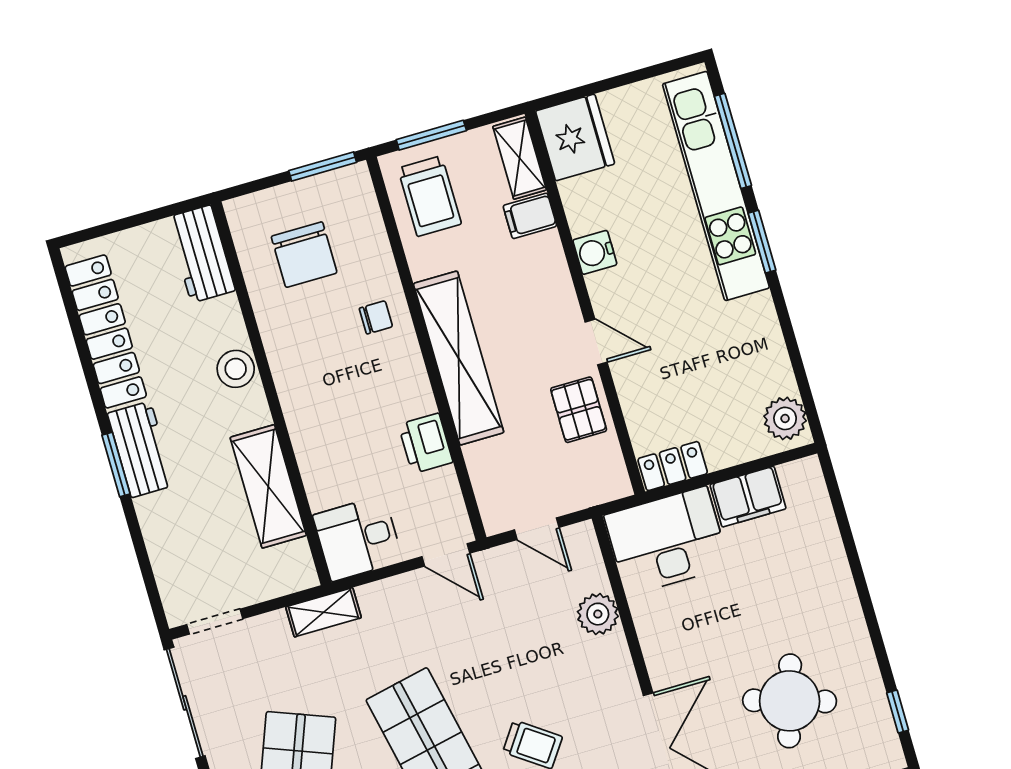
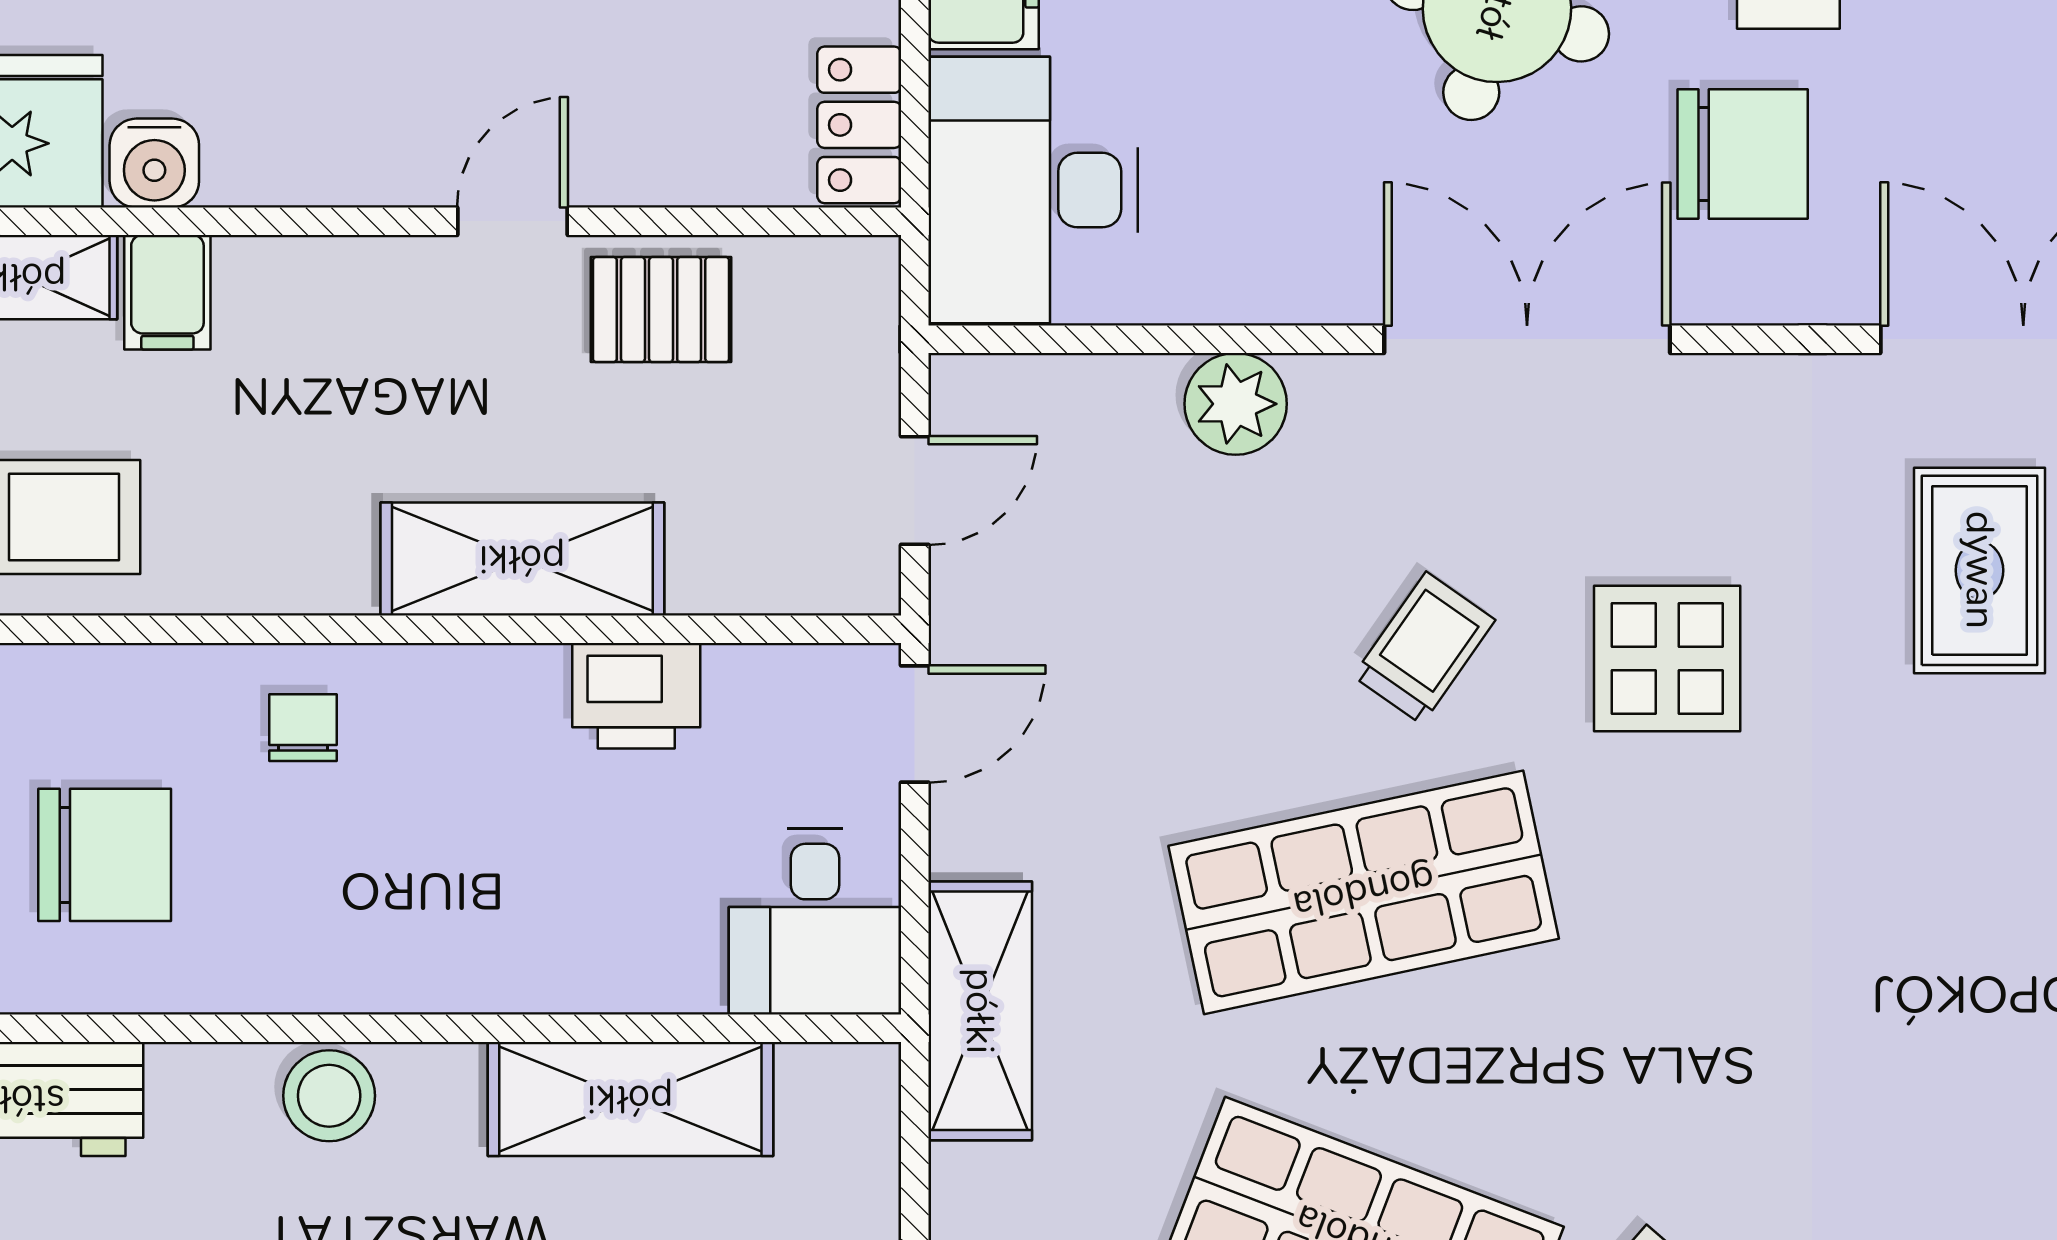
water cooler: (595, 252) -> (154, 163), moved
shelving: (459, 358) -> (522, 559), width x0.68
shelving: (323, 612) -> (980, 1011), width x1.50, depth x1.33
plant: (598, 614) -> (1236, 404), moved

